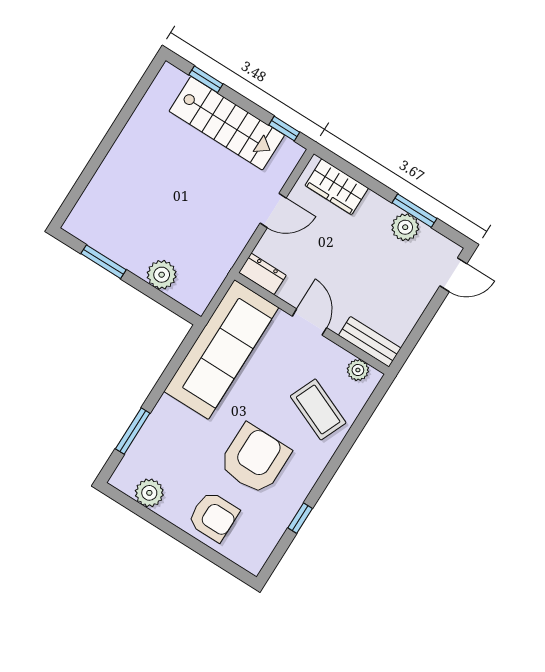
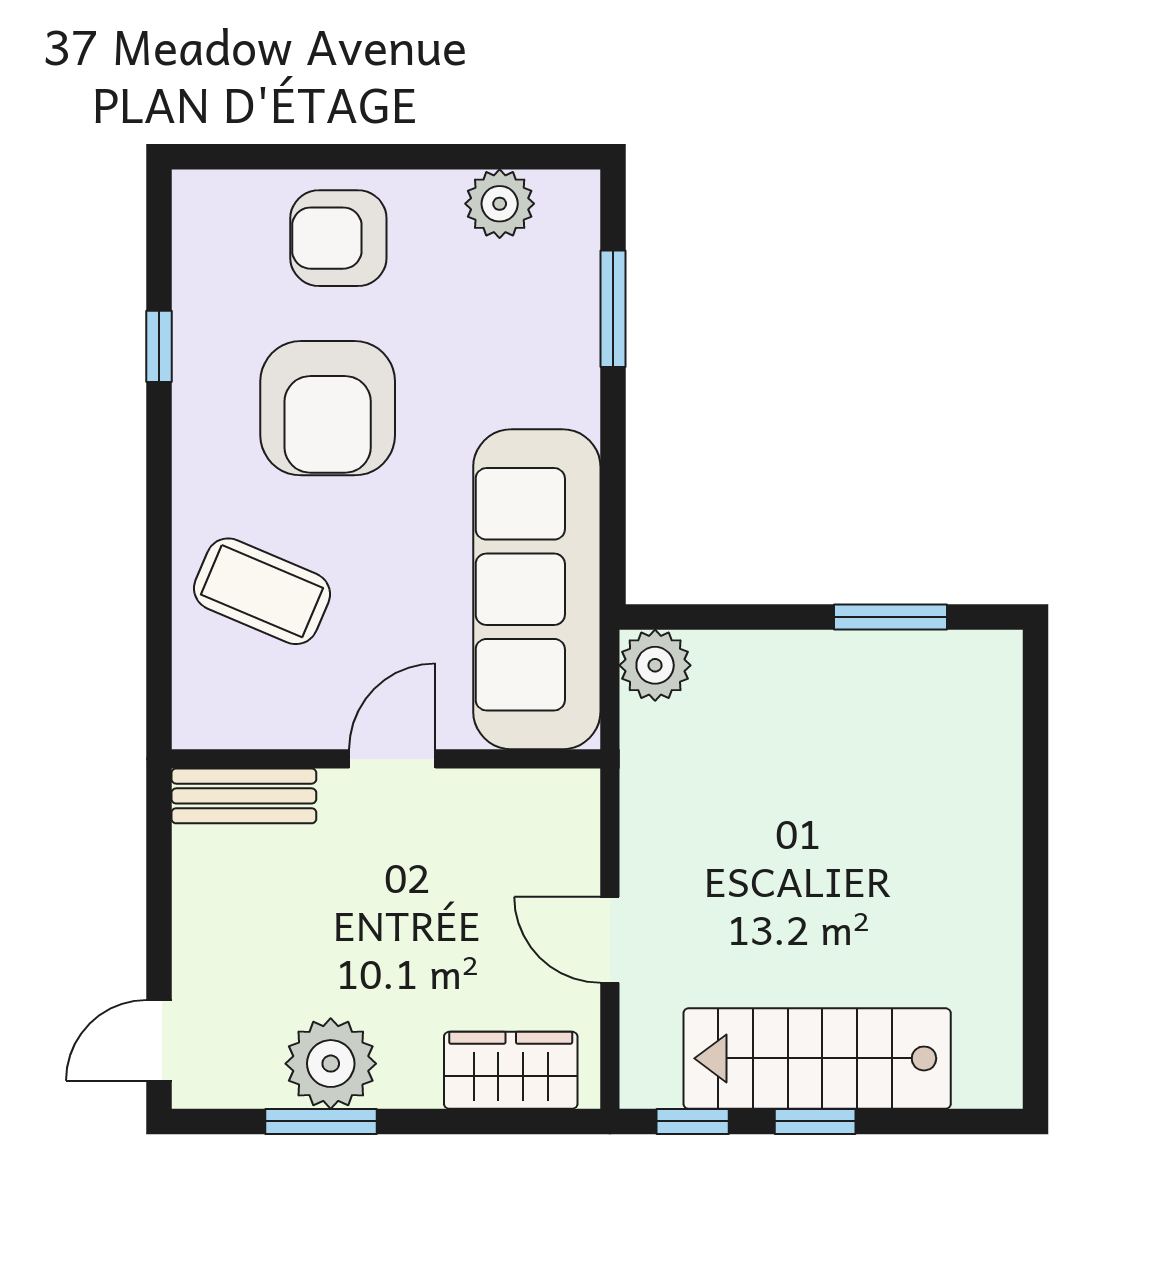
window: (206, 79) -> (815, 1121), moved
door: (273, 211) -> (610, 940), hinge flipped
plant: (405, 227) -> (331, 1064), width x1.36, depth x1.36
dresser: (262, 274) -> (550, 797), removed
plant: (162, 275) -> (655, 665), moved
door: (309, 322) -> (392, 759), swing flipped
plant: (358, 370) -> (232, 723), removed

